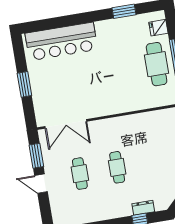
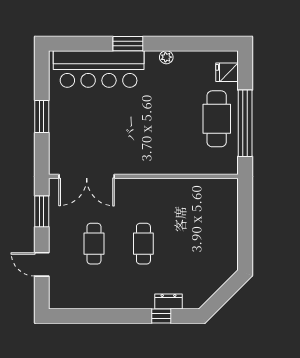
window: (124, 11) -> (128, 44), moved
plant: (111, 24) -> (166, 57), added
door: (41, 184) -> (42, 264), moved

